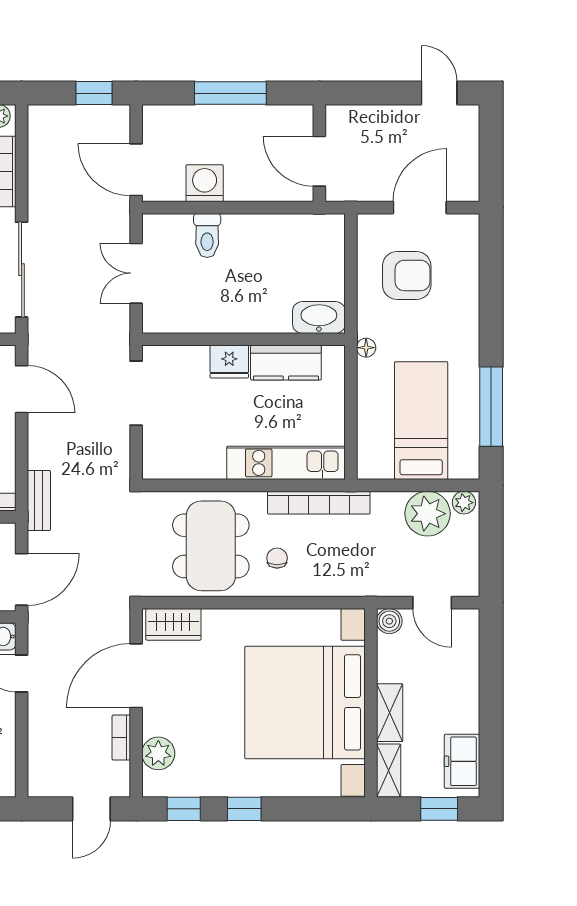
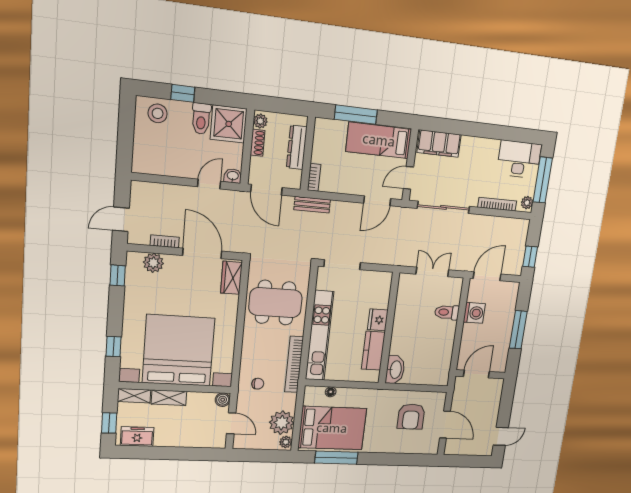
floor lamp: (366, 348) -> (331, 392), moved
doorway: (136, 393) -> (342, 265), moved
bed: (421, 421) -> (332, 428), width x1.50
kitchen unit: (286, 463) -> (320, 336), width x1.36
chair: (277, 558) -> (258, 384), moved
door: (432, 603) -> (231, 423), swing flipped
door: (91, 809) -> (121, 219), hinge flipped
window: (244, 809) -> (114, 347), moved

